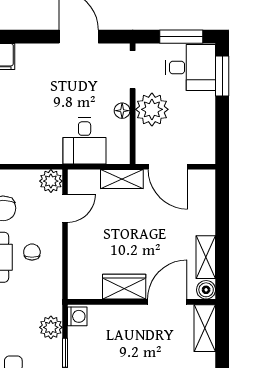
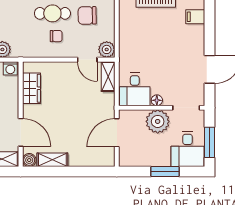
window: (222, 76) -> (165, 172), moved
desk: (85, 141) -> (135, 89), moved, turned -90
shelving: (122, 179) -> (108, 77), moved
wardrobe: (124, 287) -> (31, 88), moved

